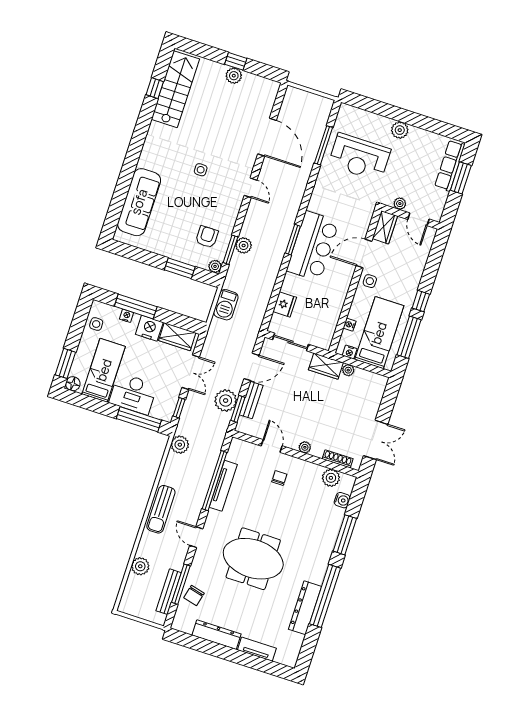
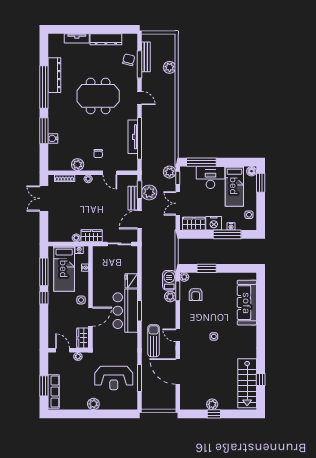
reception desk: (359, 157) -> (114, 378), turned 180
fridge: (285, 304) -> (131, 281), moved
barbecue: (226, 305) -> (169, 280), moved
plant: (180, 445) -> (170, 172), moved
plant: (331, 478) -> (78, 165), moved
water cooler: (342, 500) -> (53, 138), moved
sun lounger: (161, 509) -> (154, 341), moved

